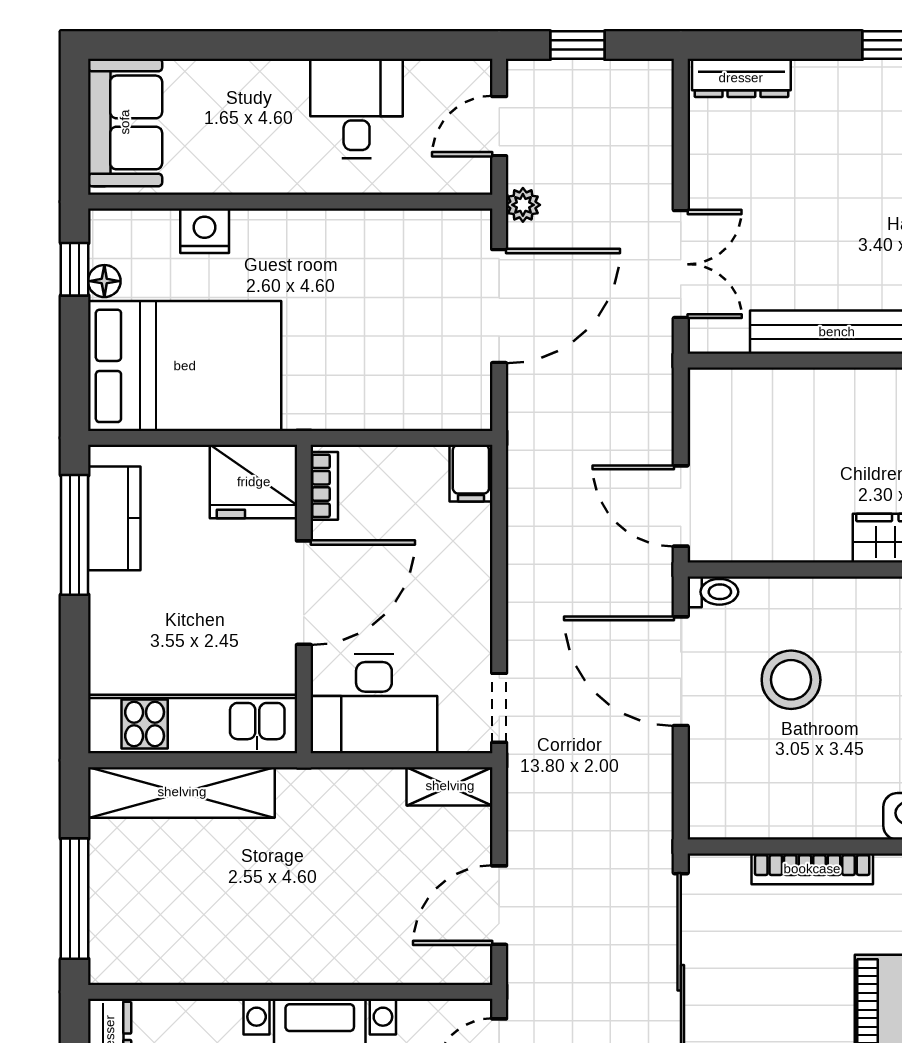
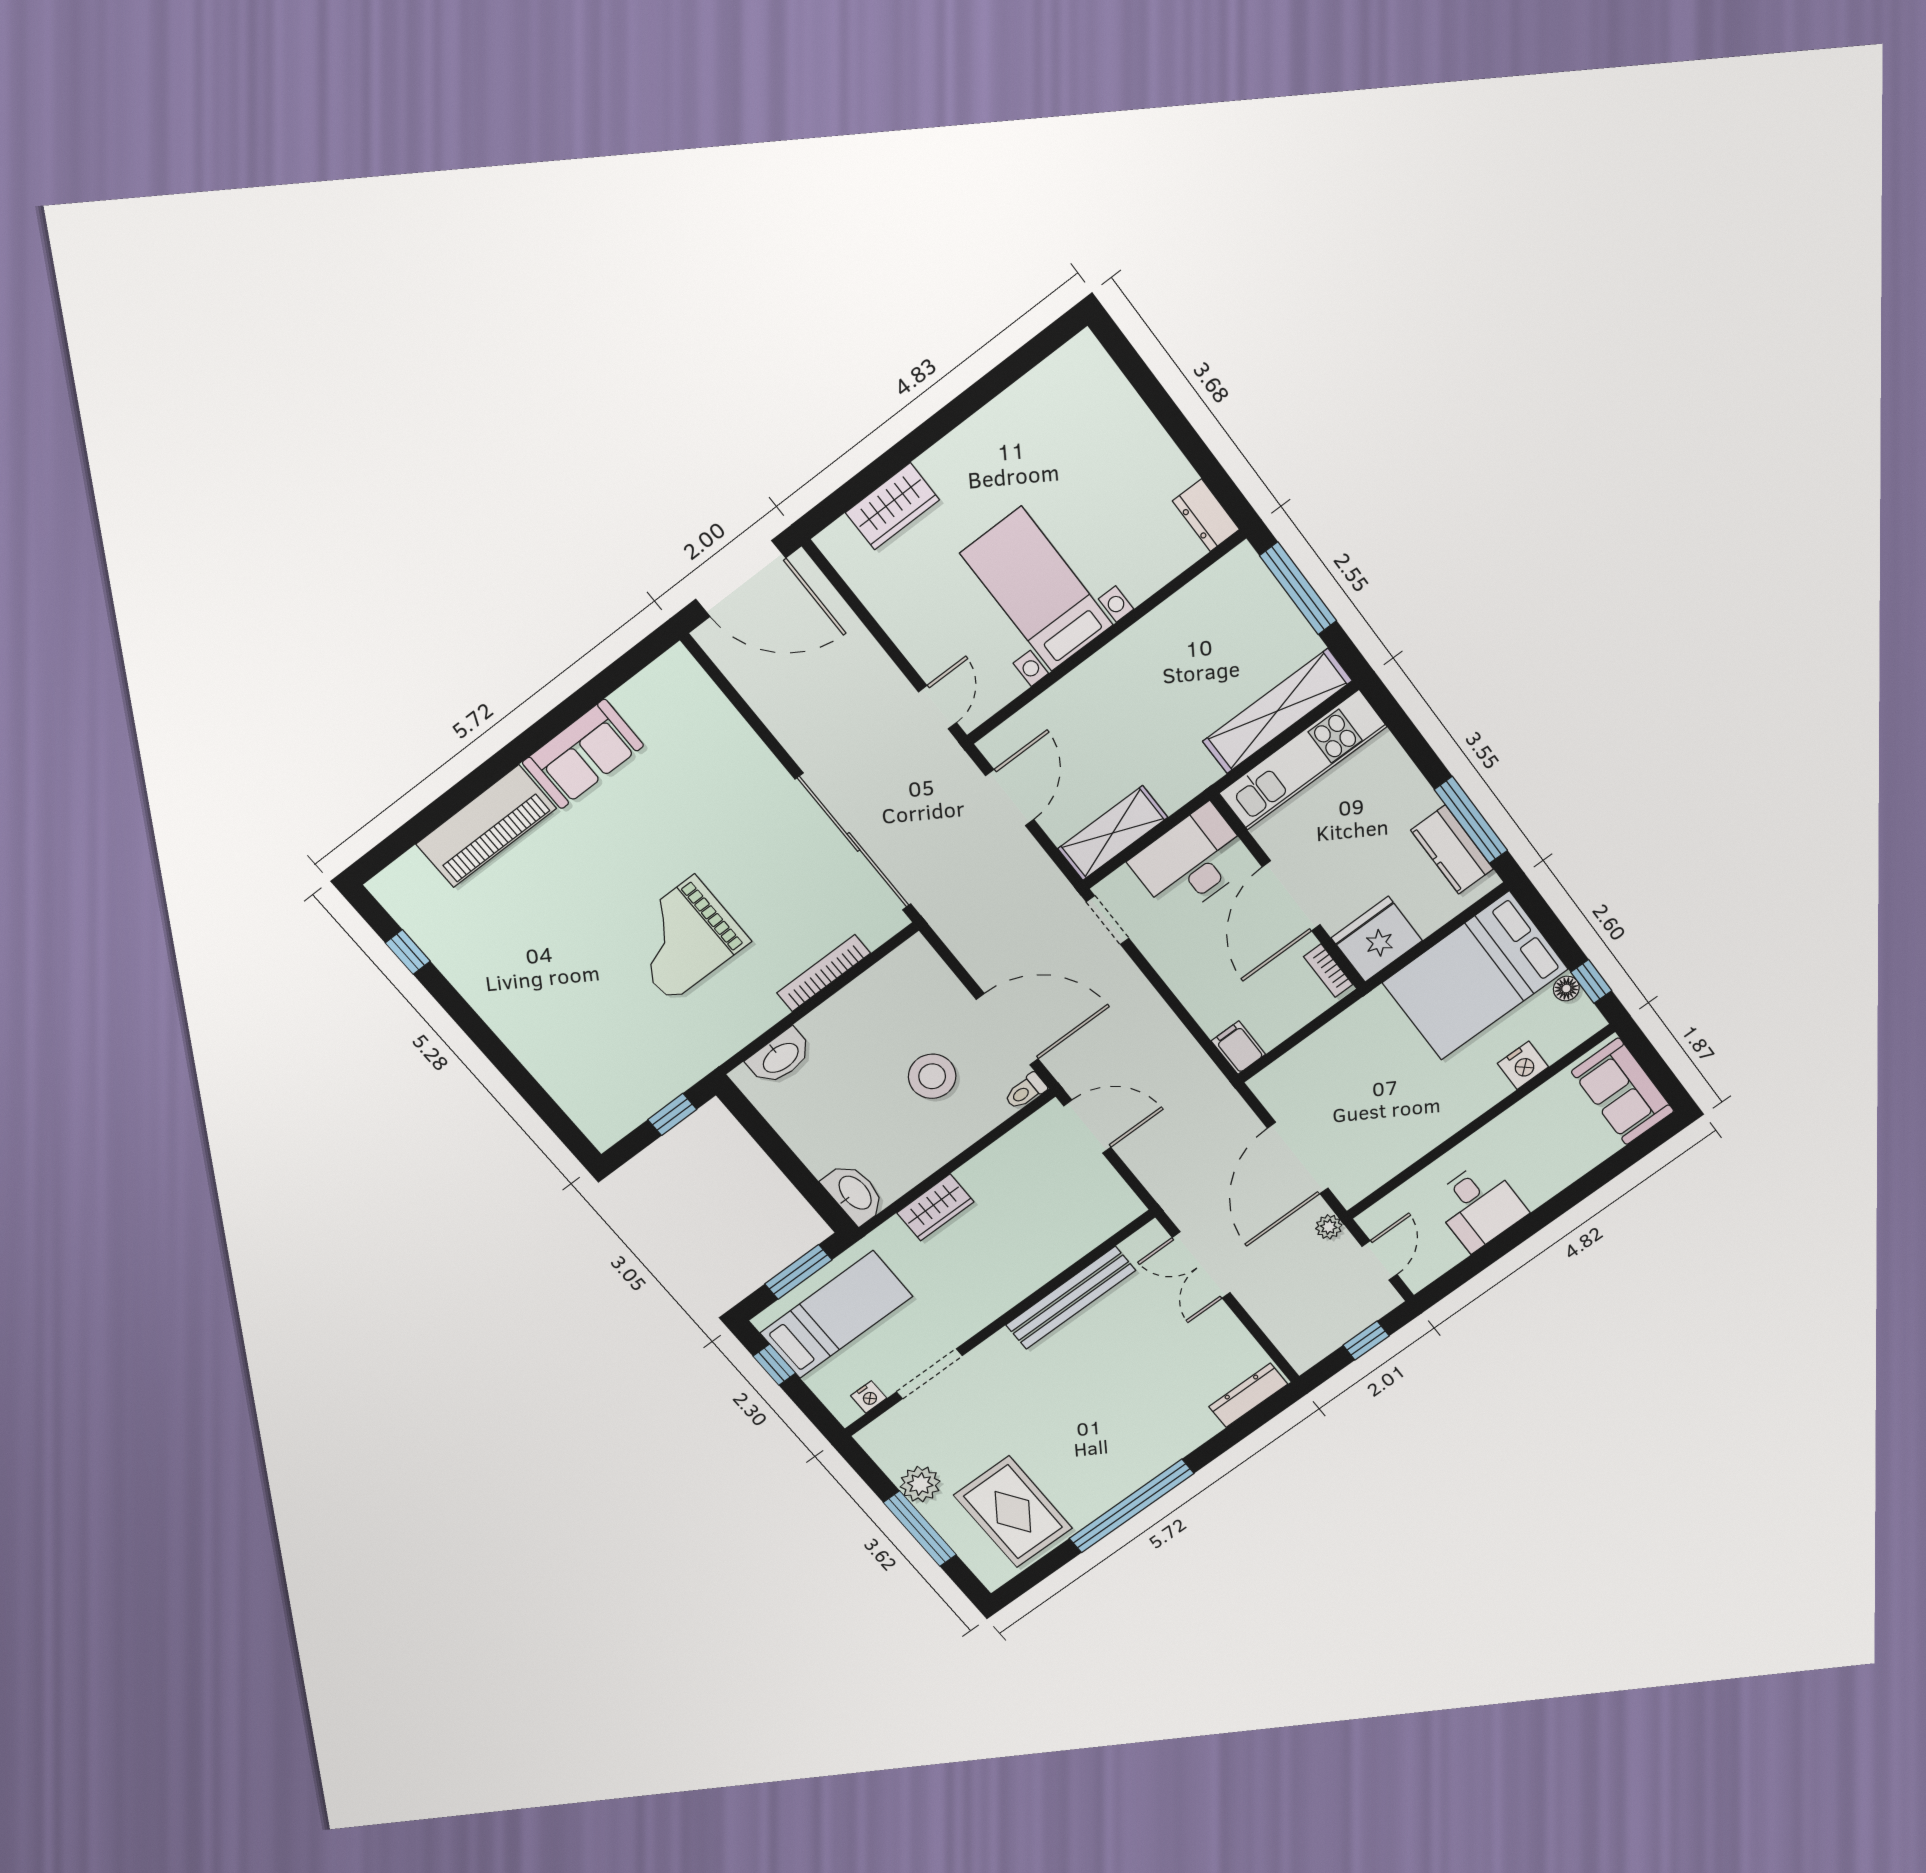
shelving: (450, 786) -> (1113, 833), width x1.50, depth x1.33

